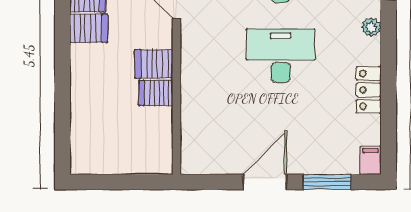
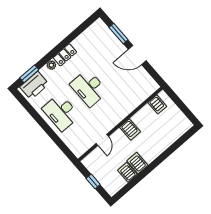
locker: (369, 90) -> (65, 55), moved
server rack: (156, 93) -> (157, 104), moved
filing cabinet: (371, 160) -> (98, 25), removed

